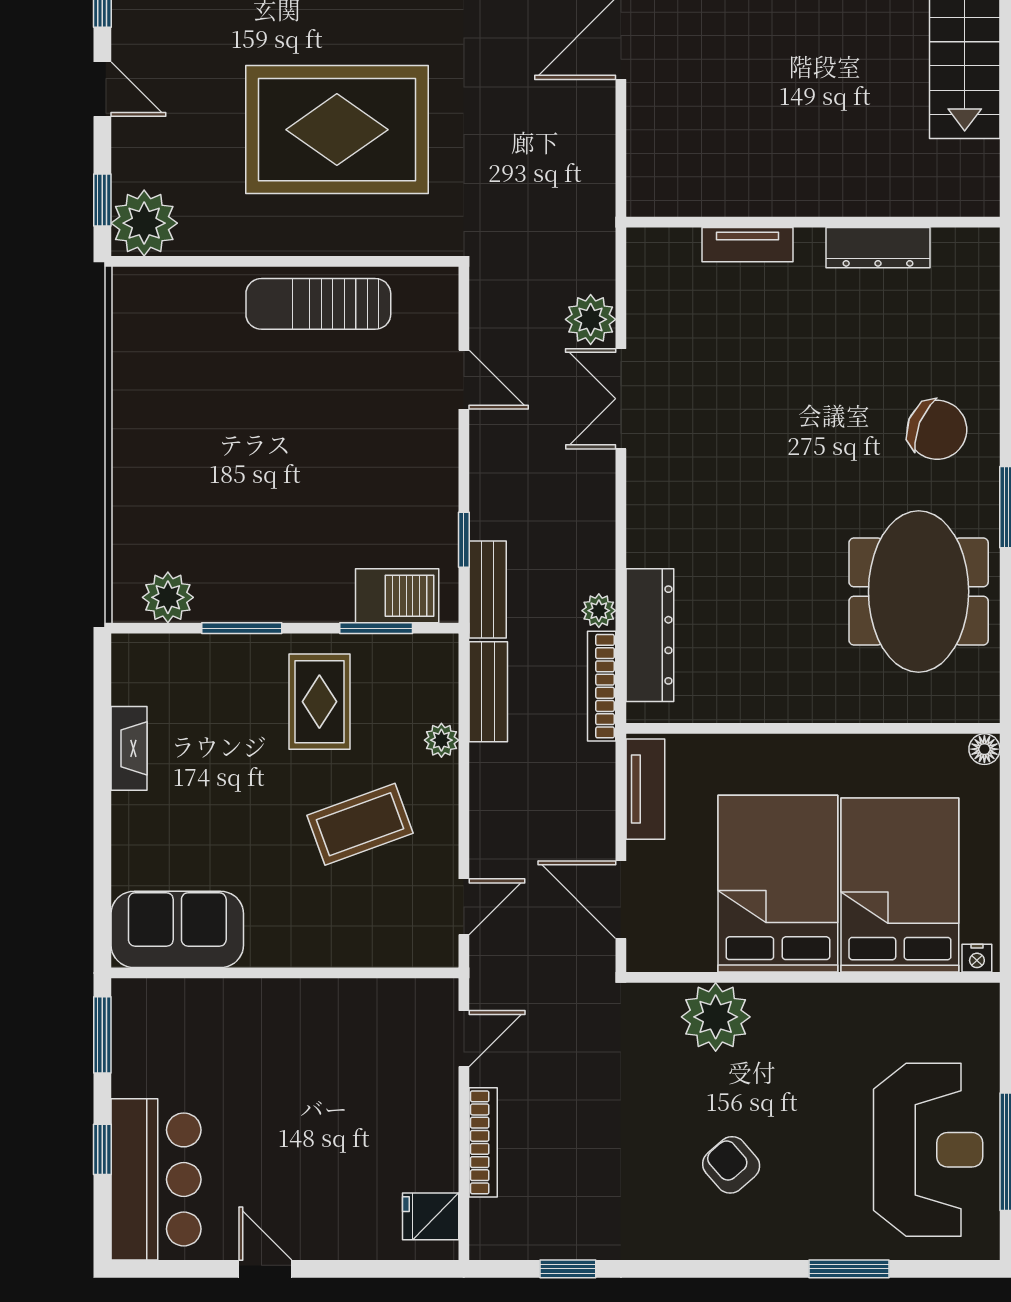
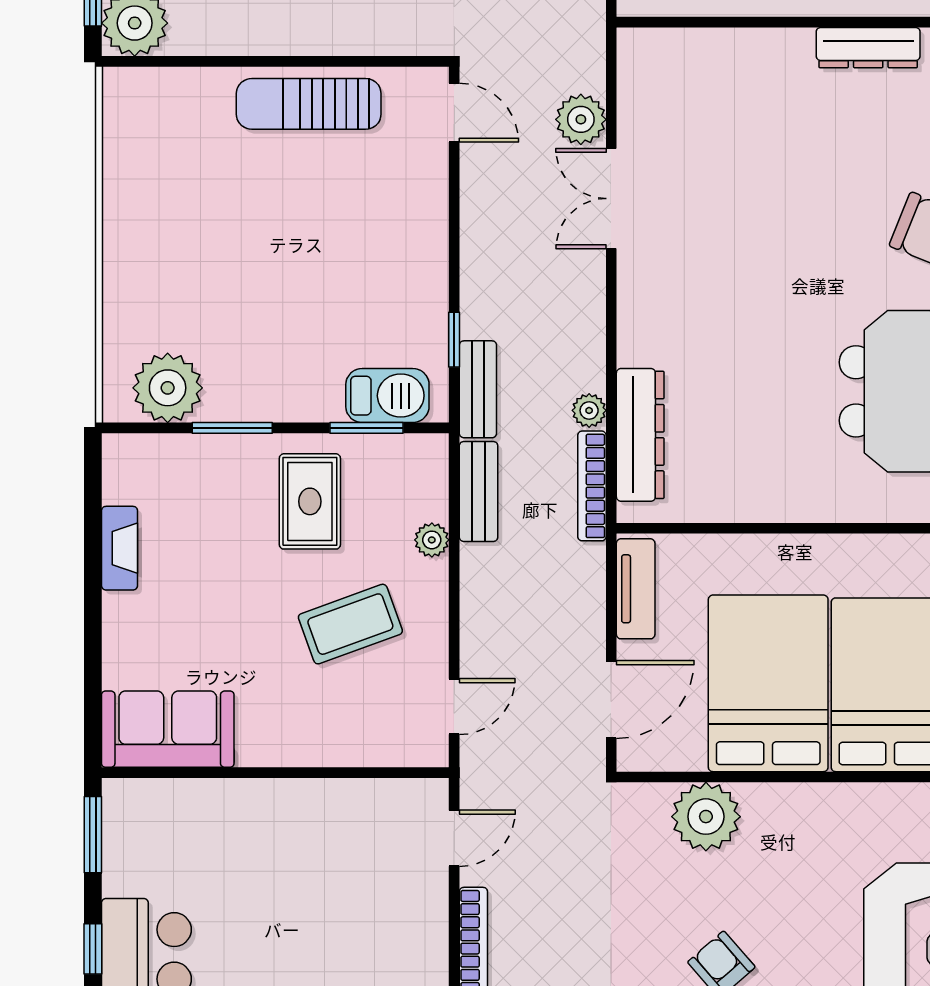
tv unit: (748, 245) -> (738, 45), removed
door: (464, 380) -> (454, 113), moved
plant: (168, 597) -> (168, 388), width x1.36, depth x1.36
door: (621, 900) -> (611, 699), swing flipped

